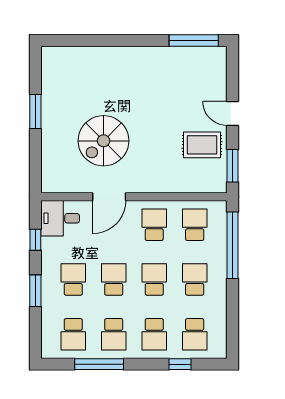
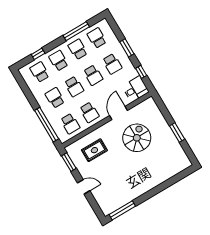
rug: (202, 145) -> (94, 150), moved
school desk: (195, 280) -> (55, 98), turned 180

